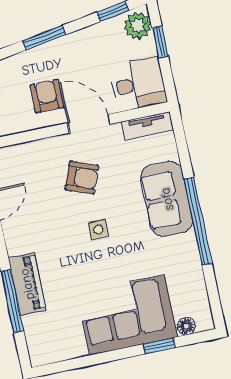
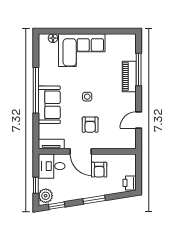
armchair: (82, 178) -> (90, 125), turned -111
window: (159, 346) -> (69, 31), removed

